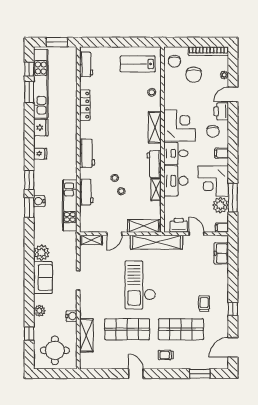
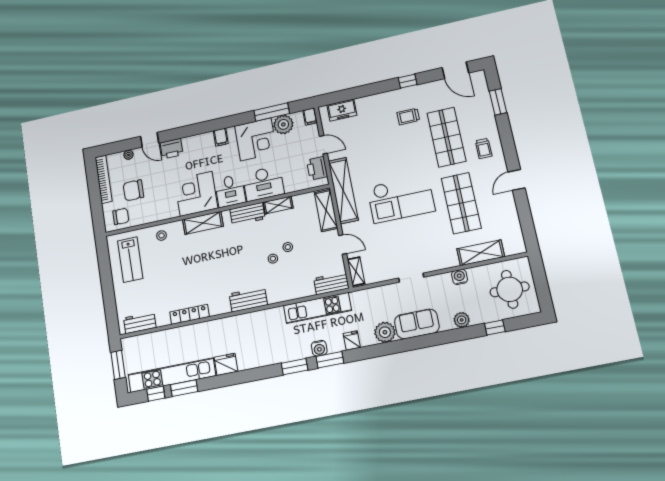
chair: (194, 75) -> (133, 190), turned 180
chair: (213, 131) -> (196, 153), removed
fridge: (40, 154) -> (352, 340), moved
workbench: (86, 192) -> (331, 283), moved
door: (197, 234) -> (323, 145), swing flipped

